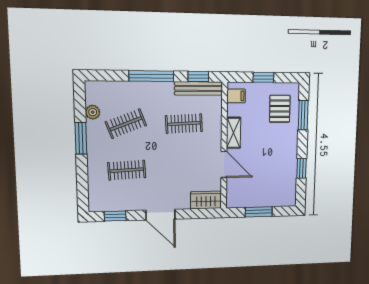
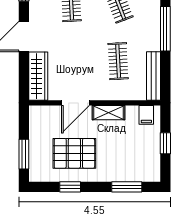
window: (198, 77) -> (165, 76), removed
pallet: (280, 109) -> (74, 153), moved, width x1.50, depth x1.42
wardrobe: (206, 200) -> (38, 76), width x1.50
window: (259, 212) -> (24, 154), moved

